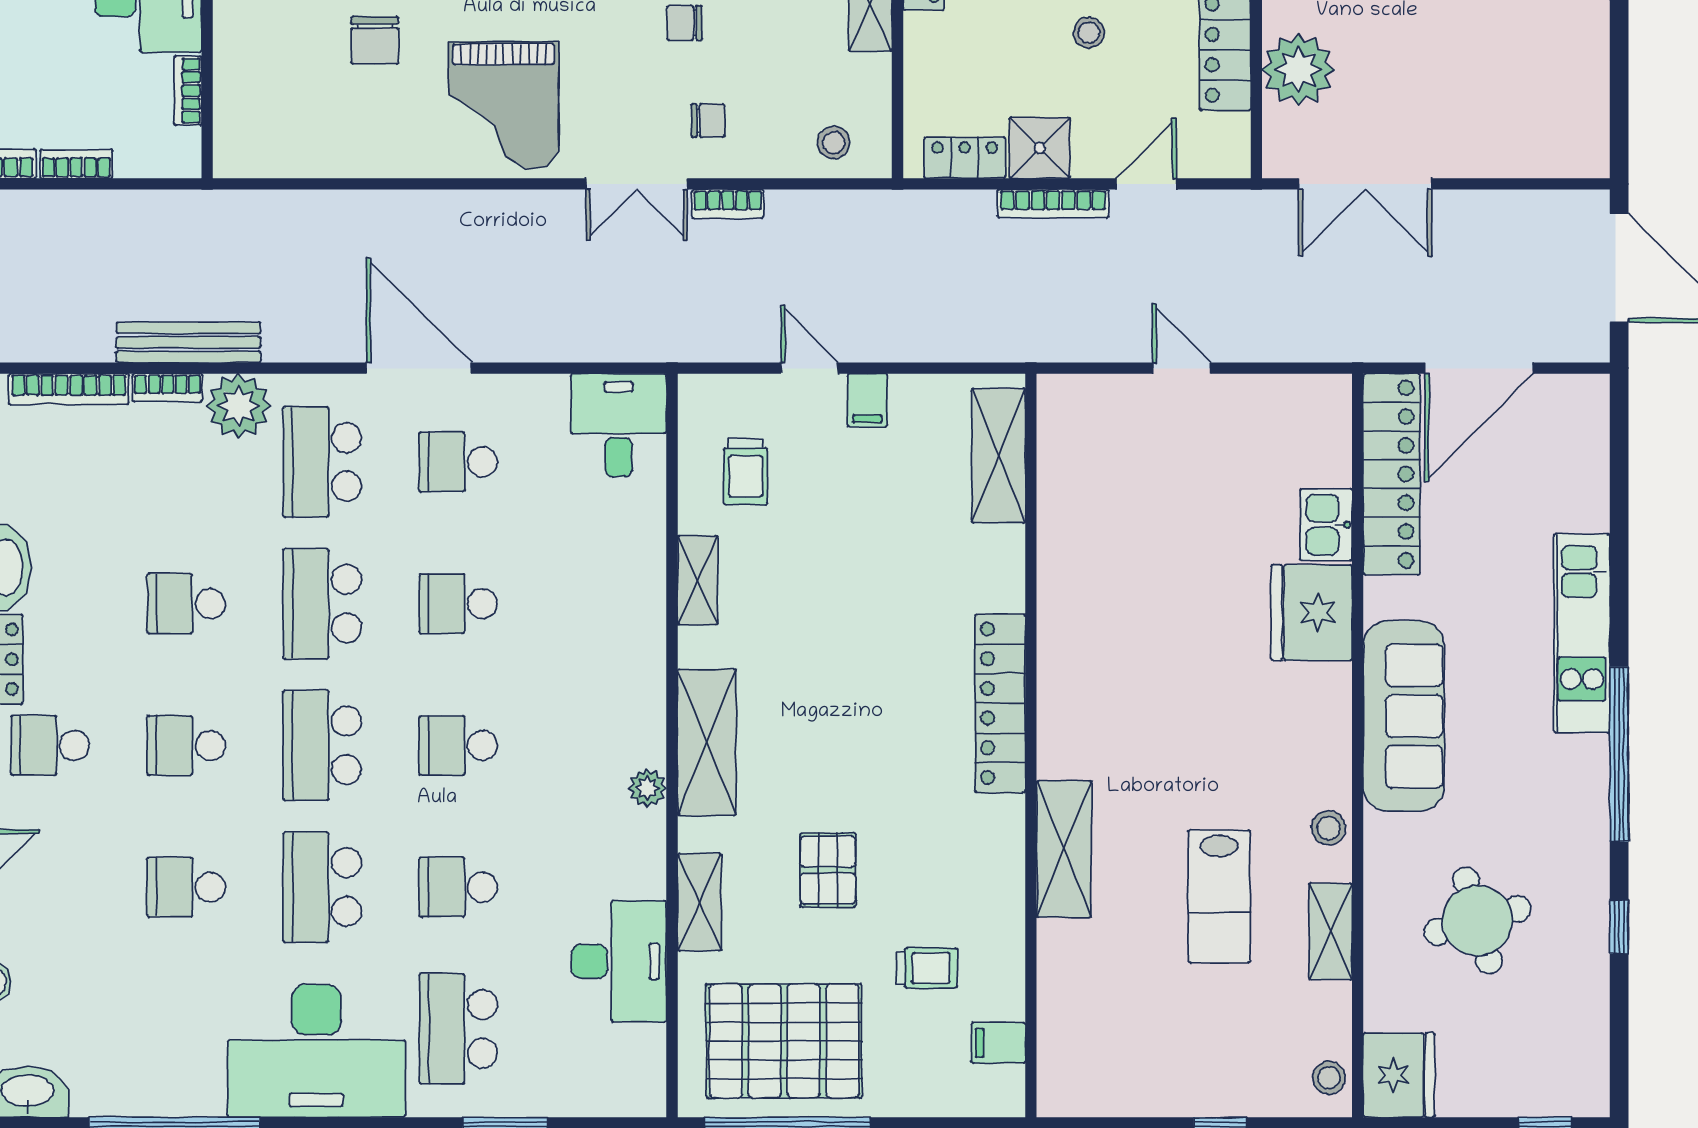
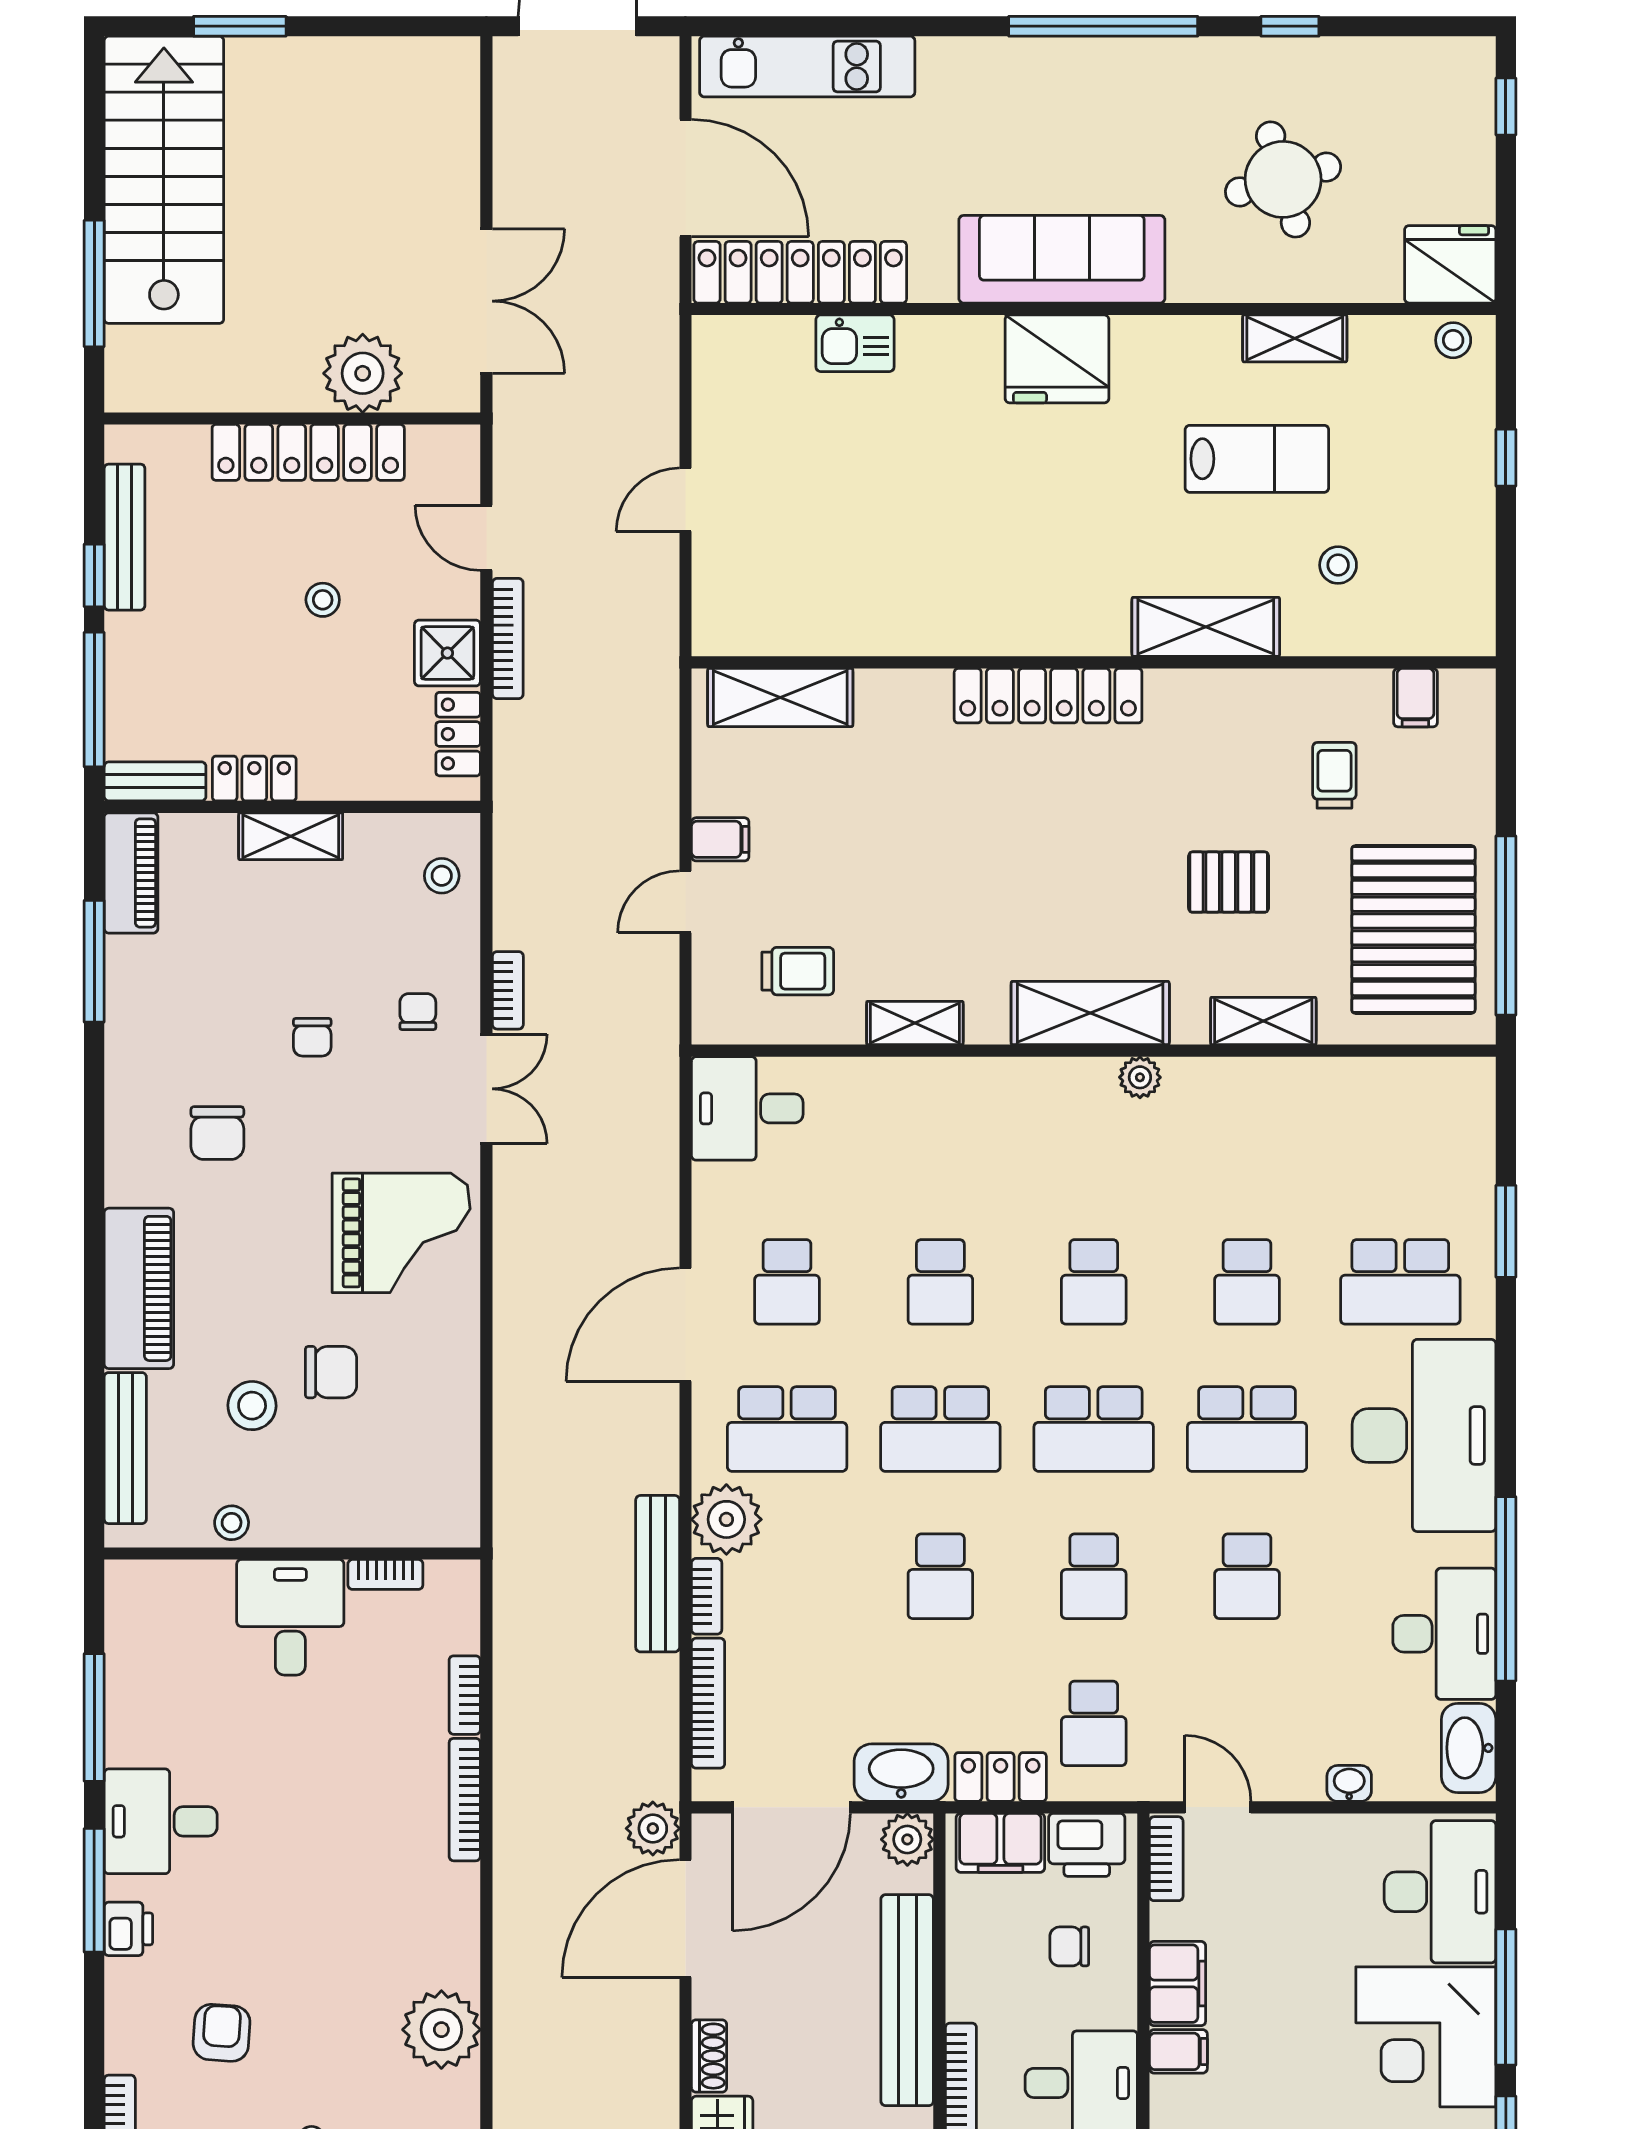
fridge: (1312, 613) -> (1057, 359), moved
kitchen unit: (1582, 633) -> (807, 66), moved
stool: (1329, 828) -> (1338, 565), moved
desk: (619, 961) -> (1444, 1634), moved, turned 90

